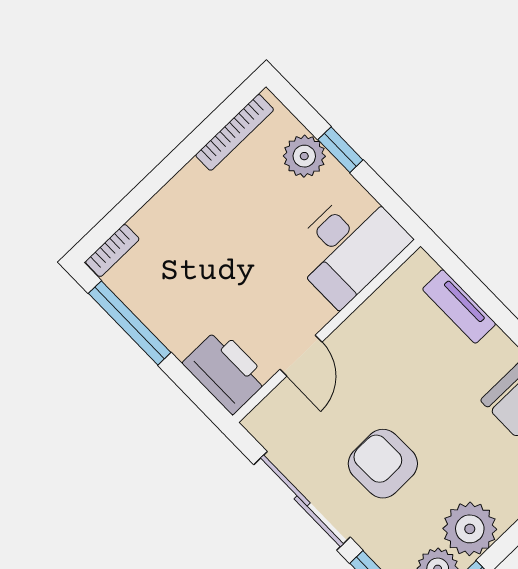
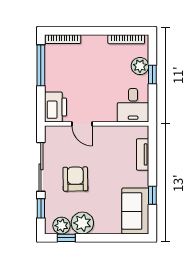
desk: (348, 246) -> (133, 105), width x0.73
bookcase: (112, 250) -> (63, 39), width x1.56
door: (301, 356) -> (82, 124), hinge flipped

